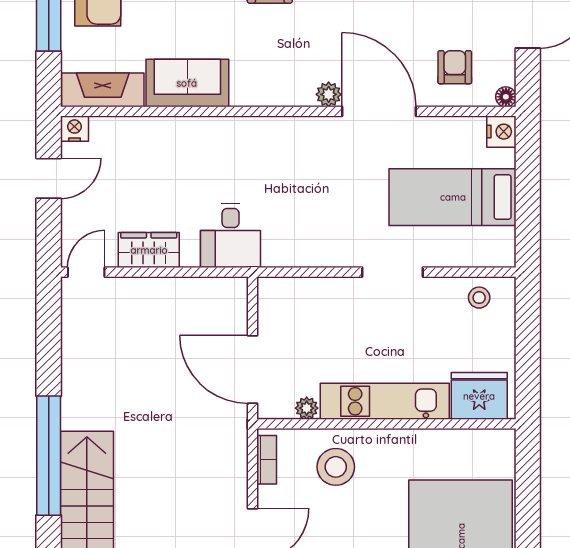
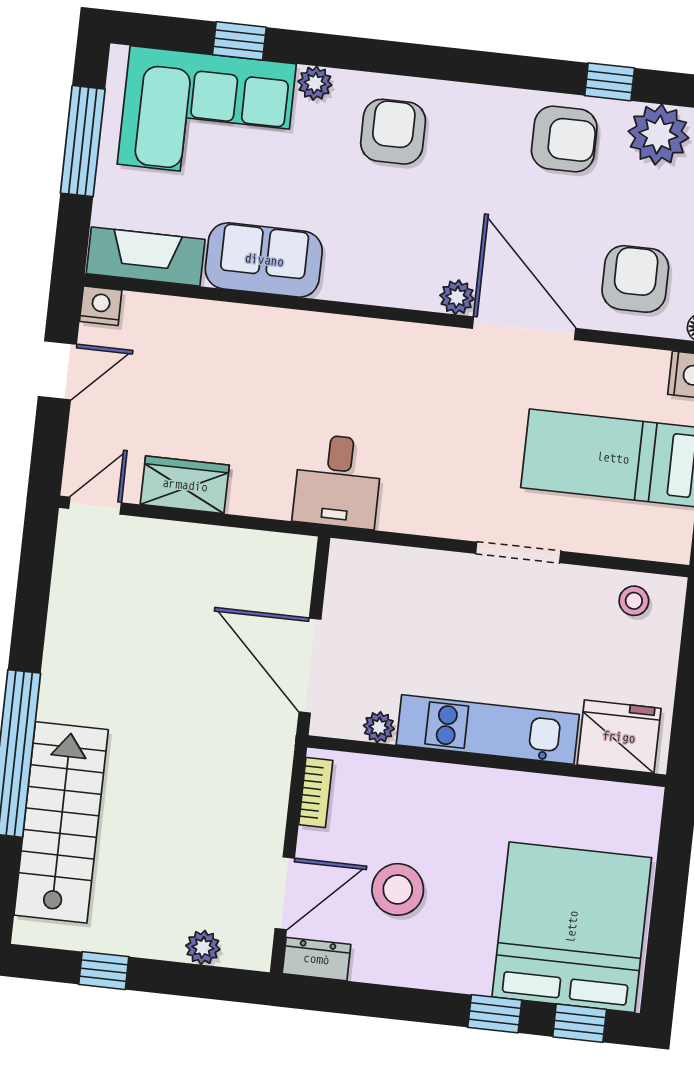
armchair: (455, 67) -> (635, 279), width x1.38, depth x1.38
desk: (231, 235) -> (338, 481), moved
stool: (336, 467) -> (398, 889), moved

